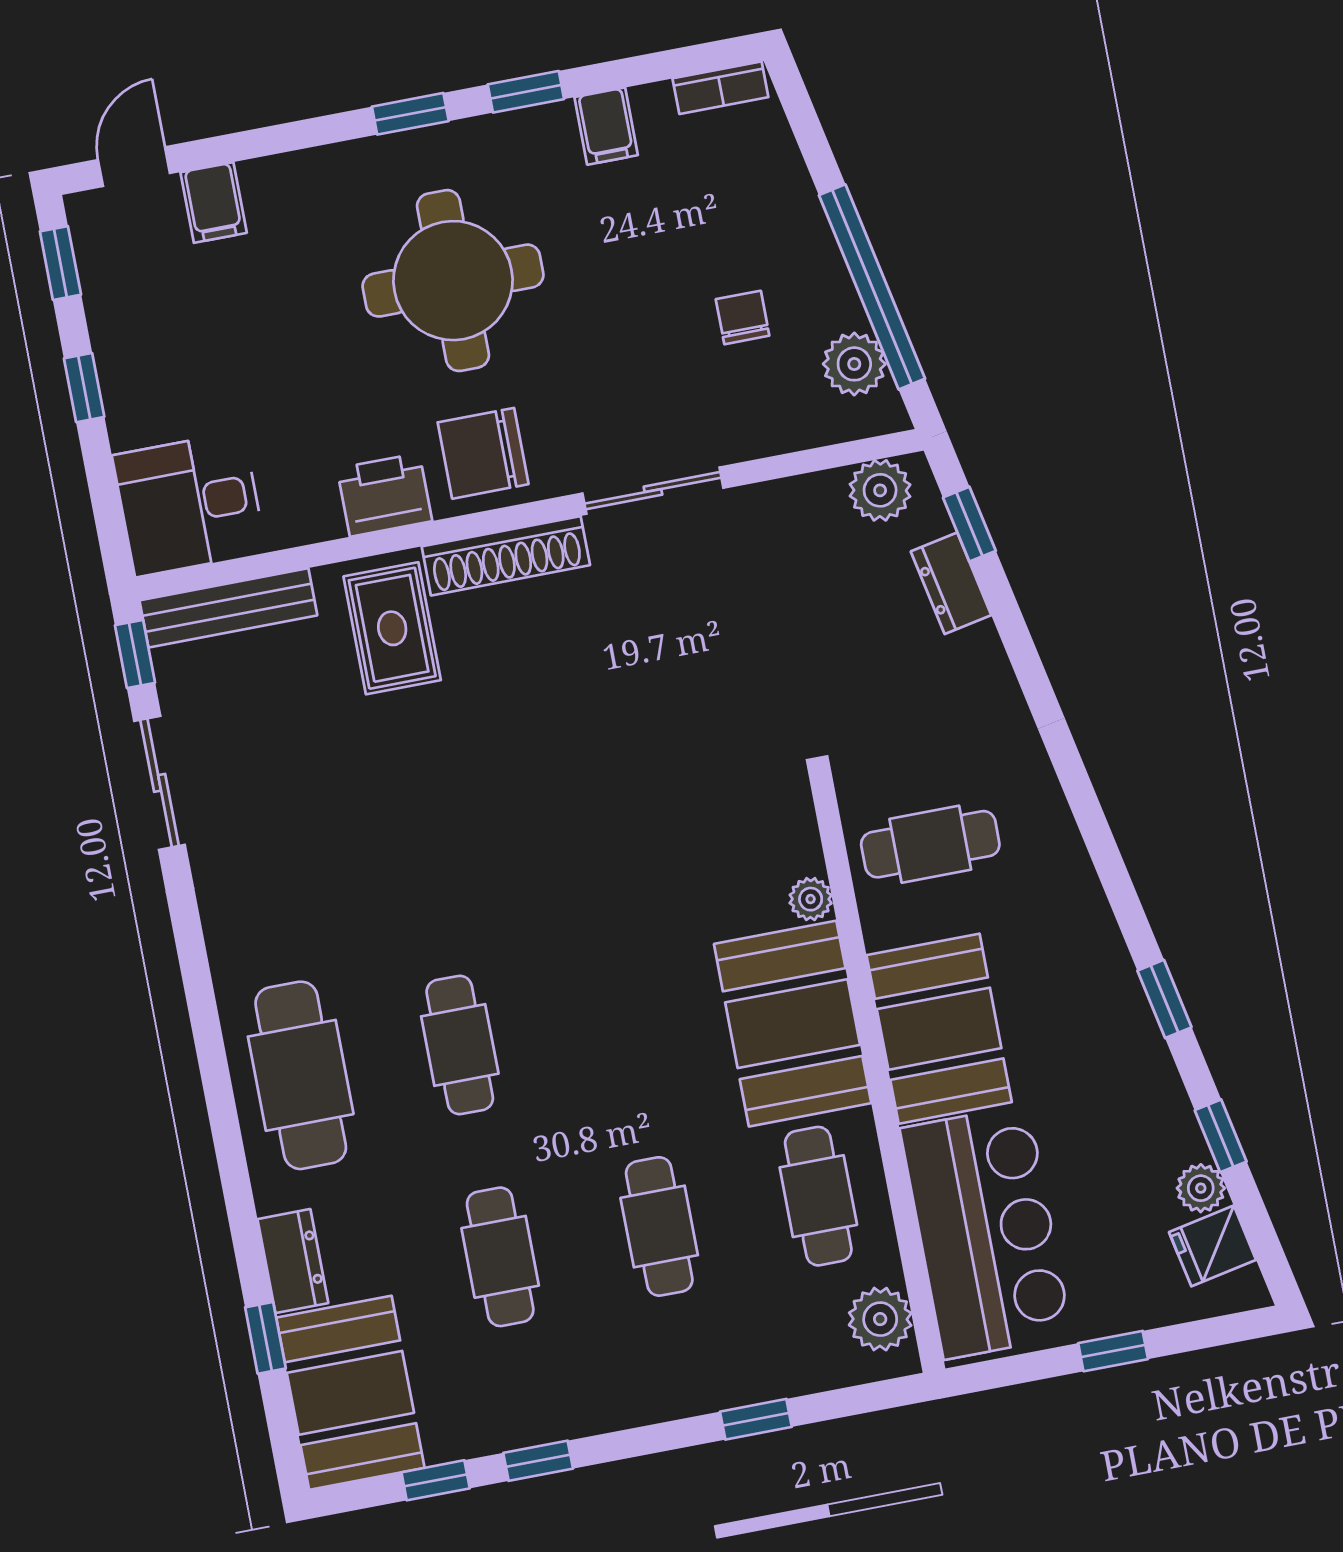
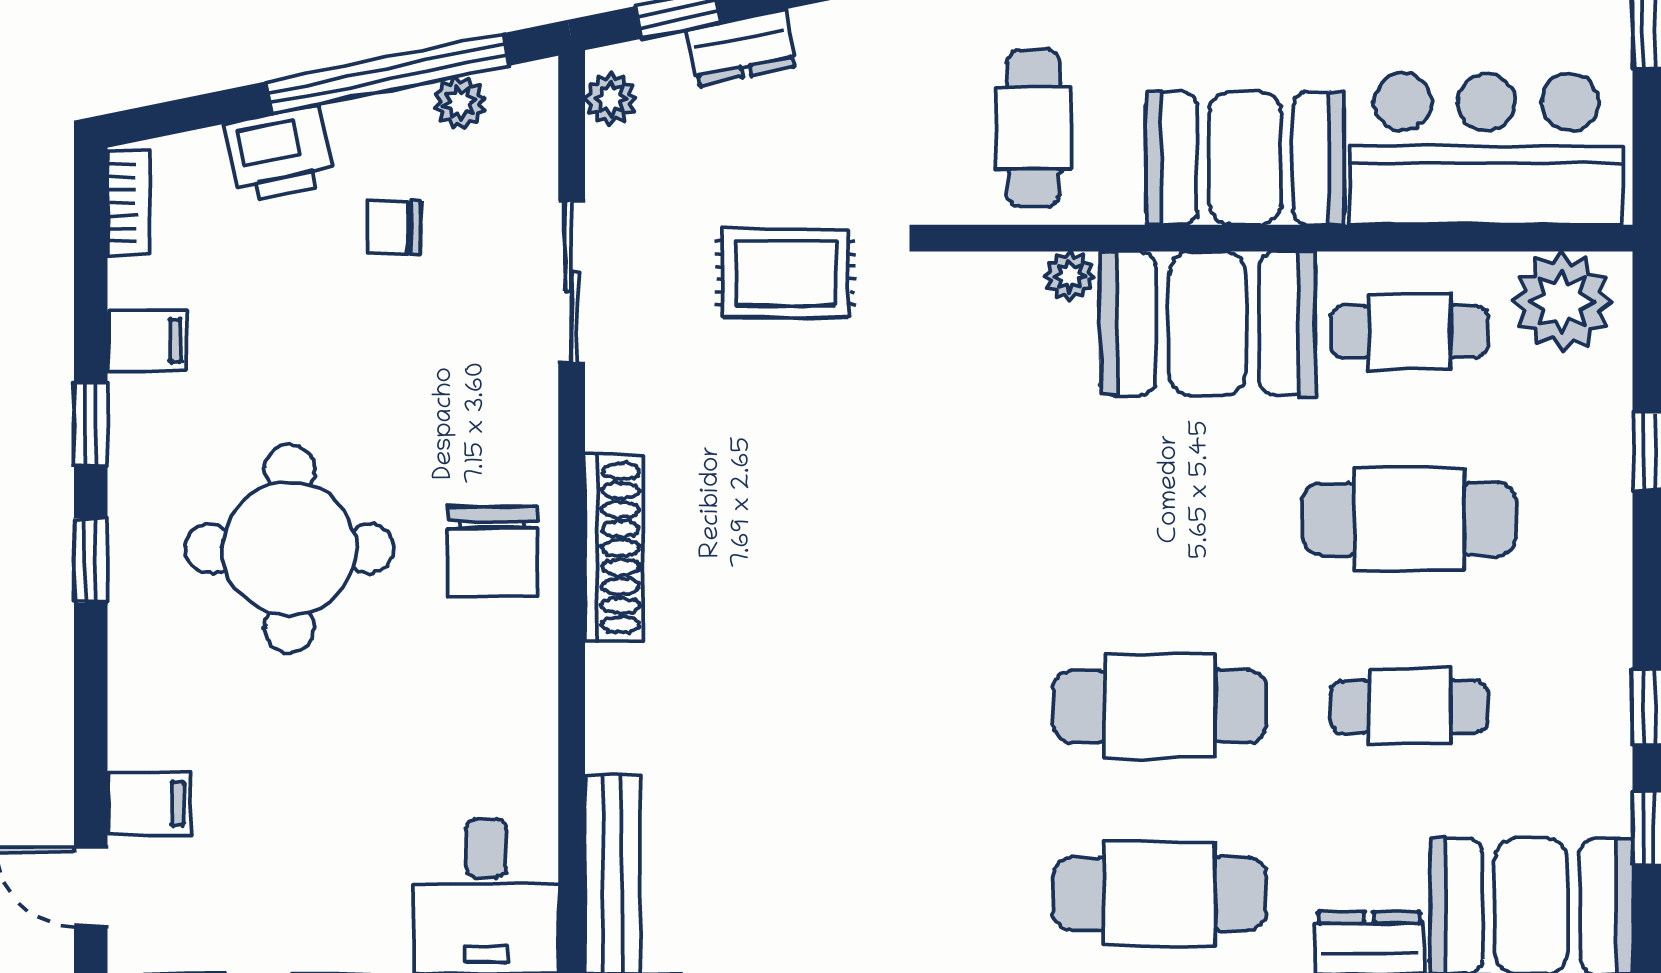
plant: (854, 364) -> (460, 103), width x0.73, depth x0.73
plant: (880, 490) -> (611, 99), width x0.73, depth x0.73
sliding door: (653, 491) -> (572, 281), moved
printer: (385, 495) -> (280, 154), moved, turned -102
rug: (392, 628) -> (785, 273), moved
cafe table: (460, 1045) -> (1160, 706), width x1.37, depth x1.35
cafe table: (659, 1226) -> (1409, 519), width x1.37, depth x1.35
plant: (880, 1319) -> (1562, 301), width x1.36, depth x1.36

